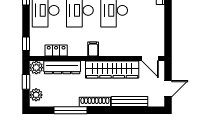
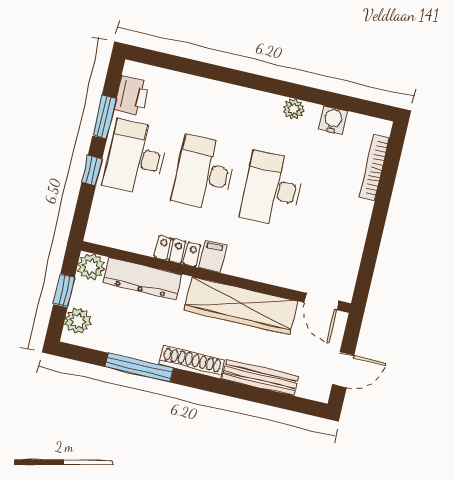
window: (26, 44) -> (92, 171), moved
locker: (56, 51) -> (177, 251), moved

